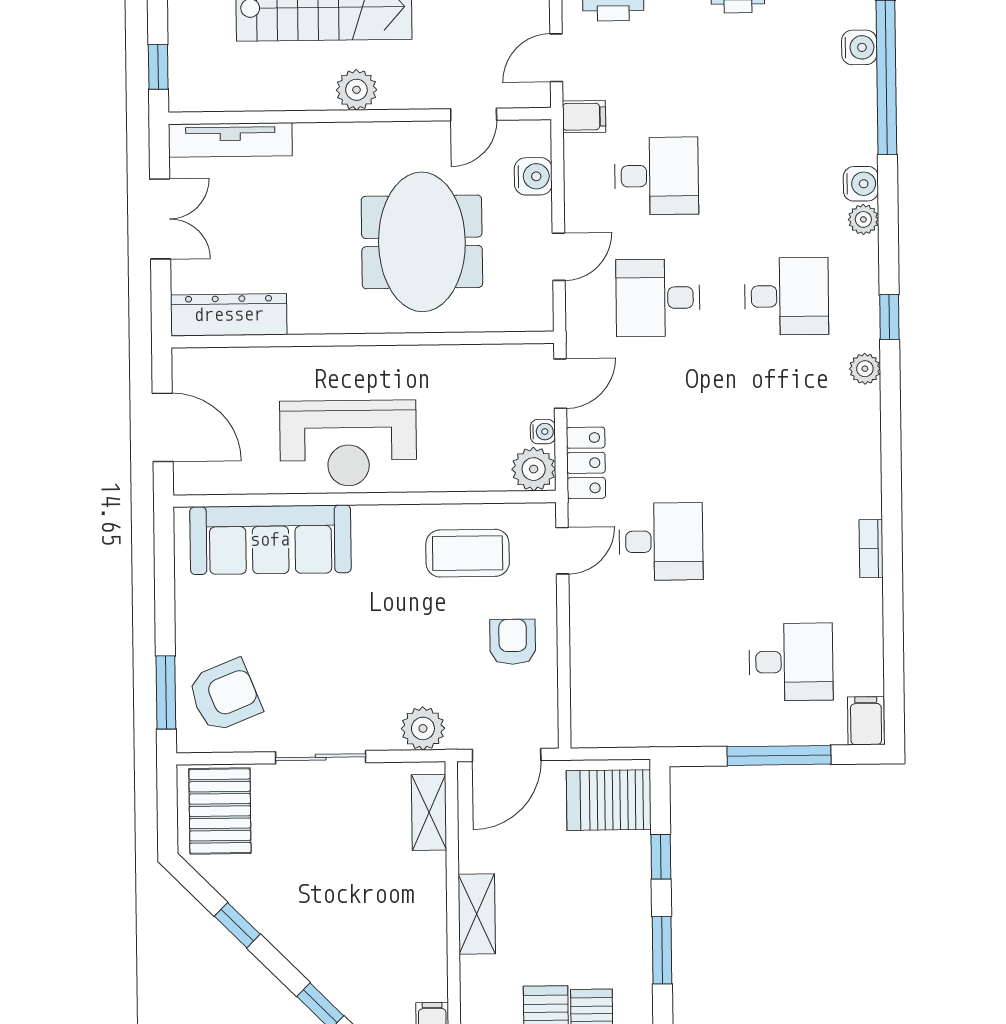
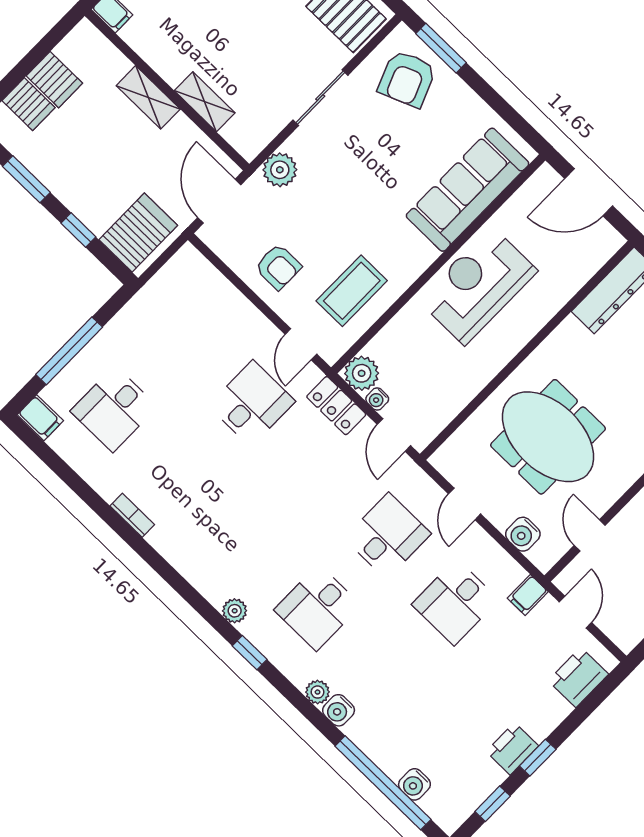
desk: (661, 542) -> (252, 403), turned 180
shelving: (429, 812) -> (205, 102), moved

